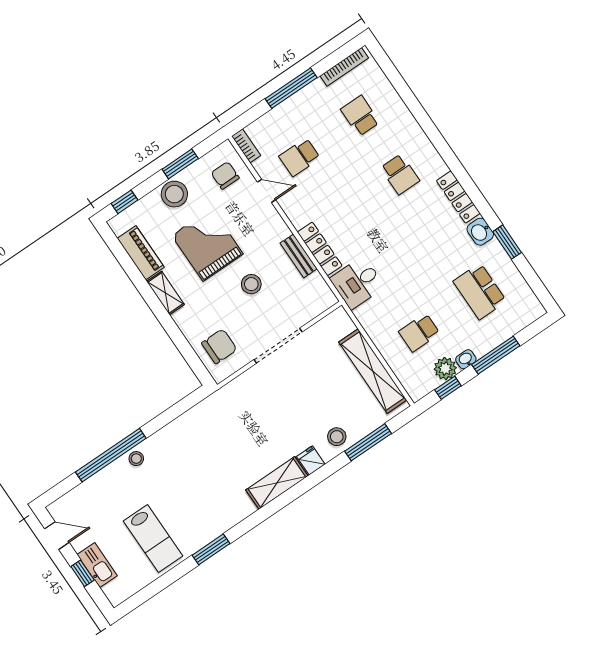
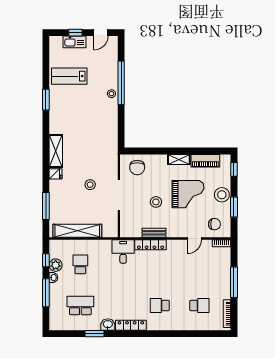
school desk: (300, 157) -> (199, 264), removed
stool: (337, 437) -> (90, 185), moved

